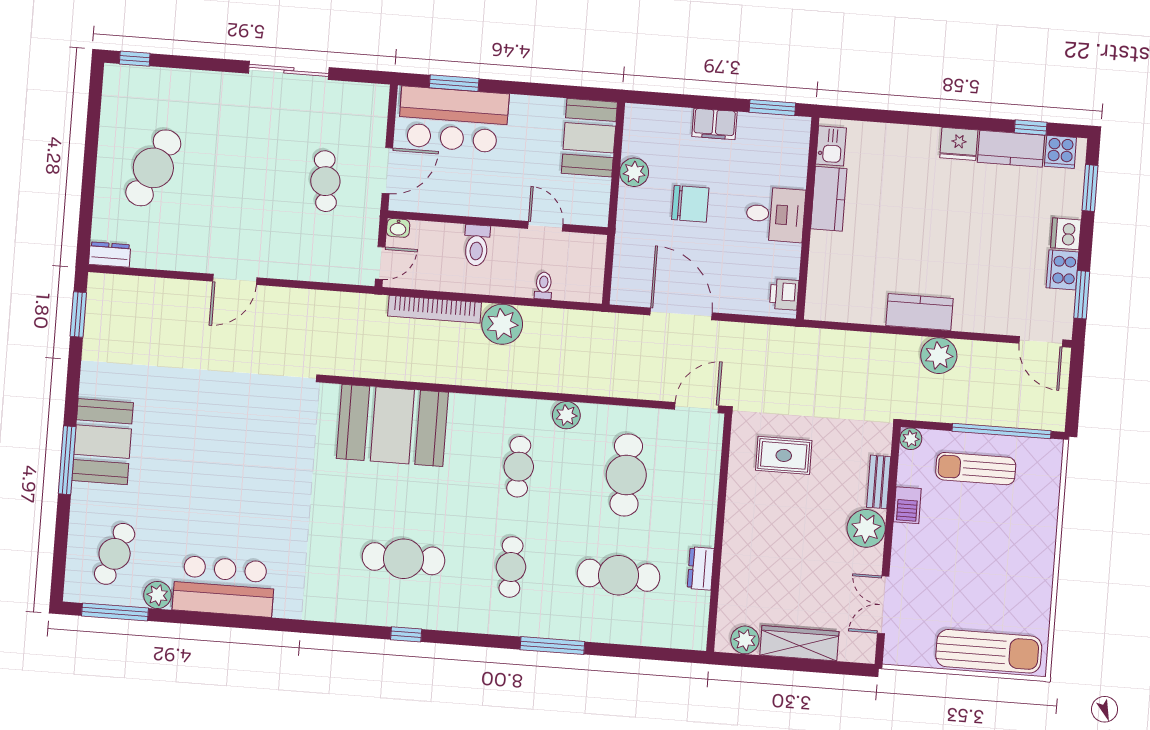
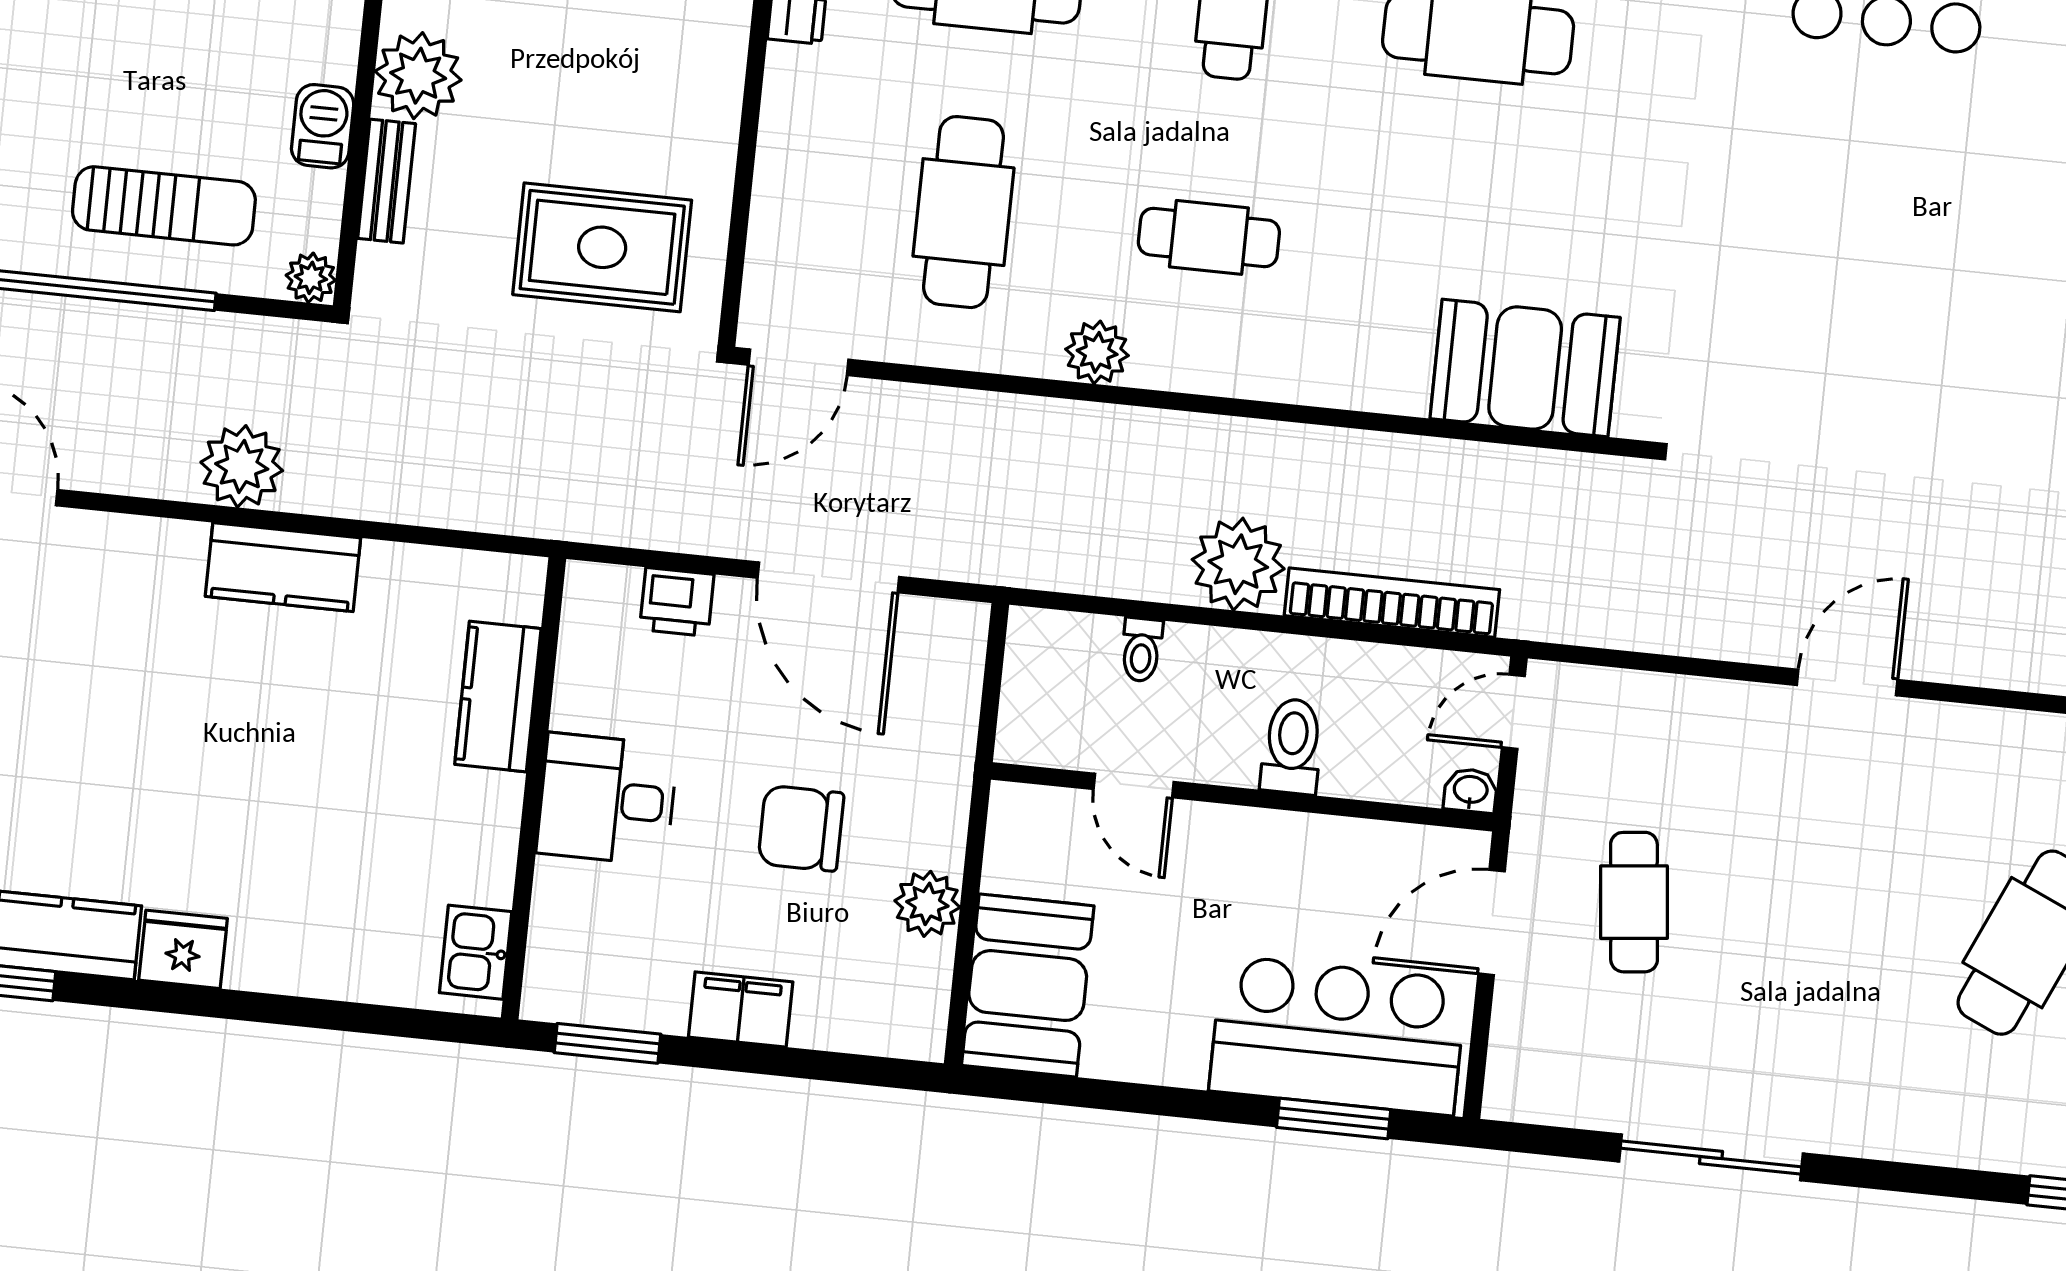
kitchen counter: (829, 199) -> (498, 696), moved
printer: (784, 294) -> (677, 602), moved, turned 90
booth: (392, 425) -> (1525, 368), width x0.73, depth x0.70
rug: (784, 455) -> (602, 247), width x1.36, depth x1.43
cafe table: (519, 467) -> (1209, 237), turned 90

